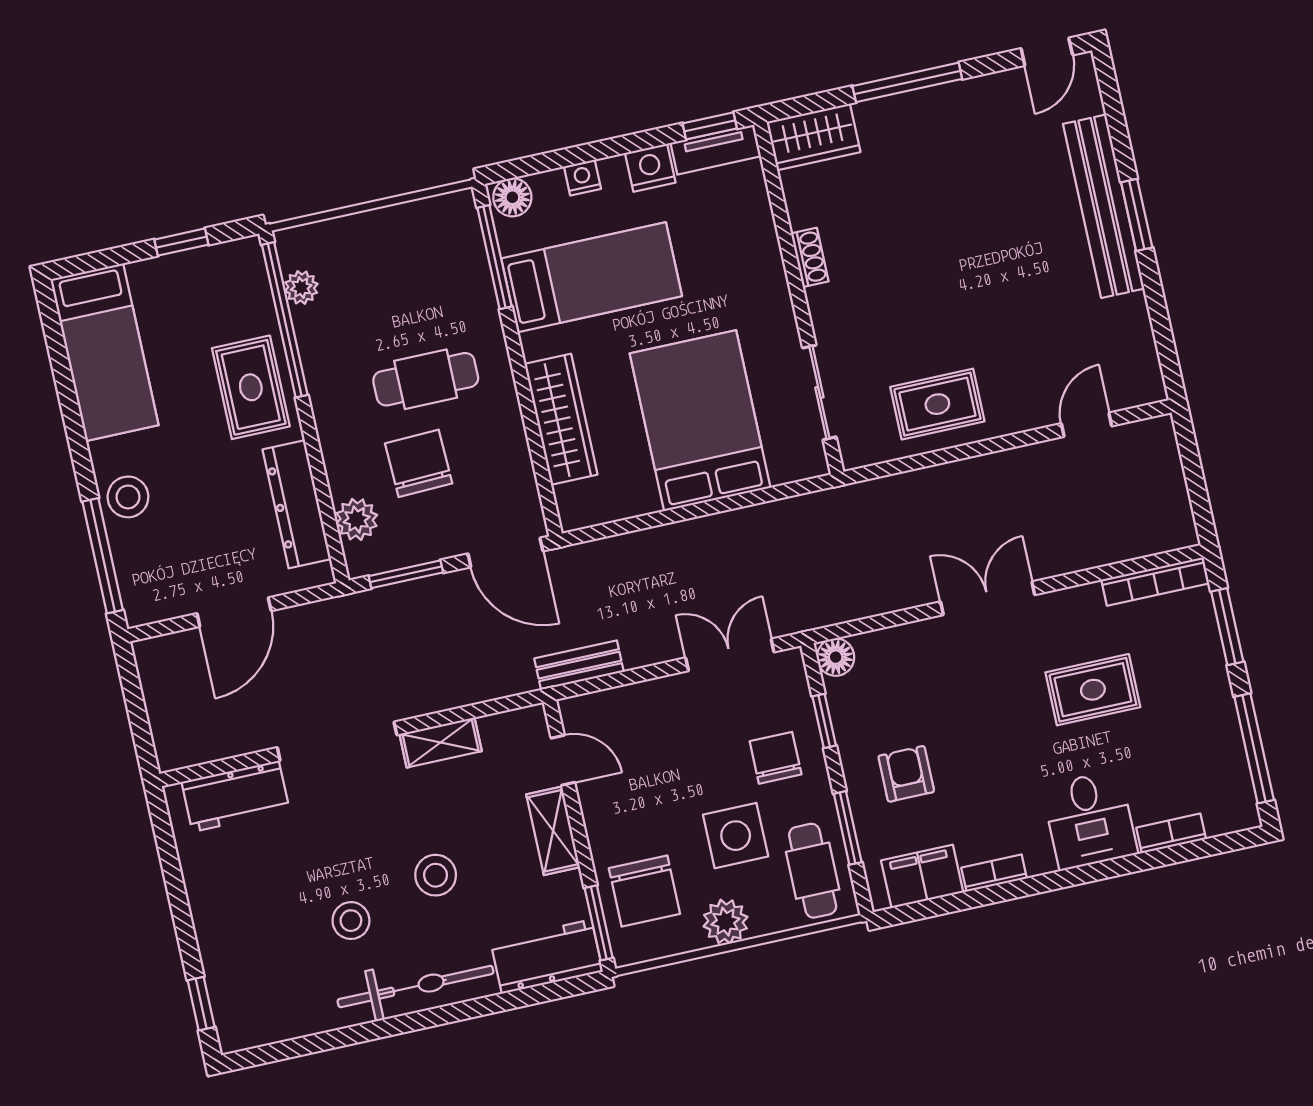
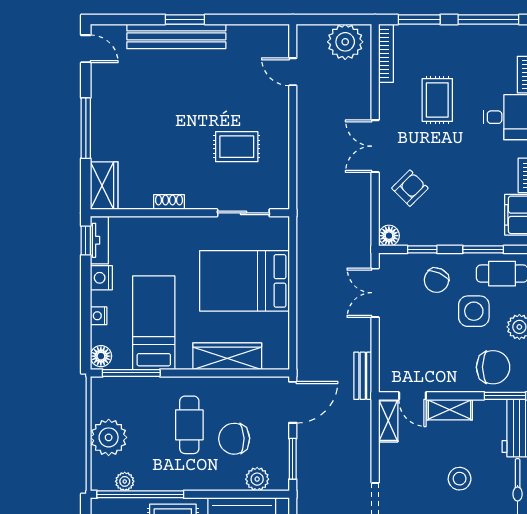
plant: (372, 242) -> (109, 437), added
rug: (937, 404) -> (237, 147), moved, turned 90
plant: (1159, 505) -> (345, 42), added
shelving: (441, 743) -> (388, 421), moved
chair: (776, 758) -> (436, 280), turned -65
door: (563, 760) -> (412, 396), swing flipped
armchair: (906, 774) -> (410, 188), moved, turned 135

